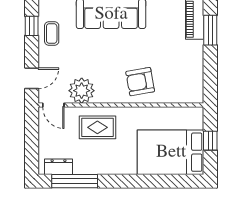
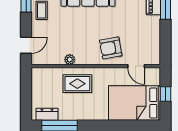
plant: (82, 91) -> (70, 60), width x0.53, depth x0.53
door: (53, 105) -> (136, 66), moved

